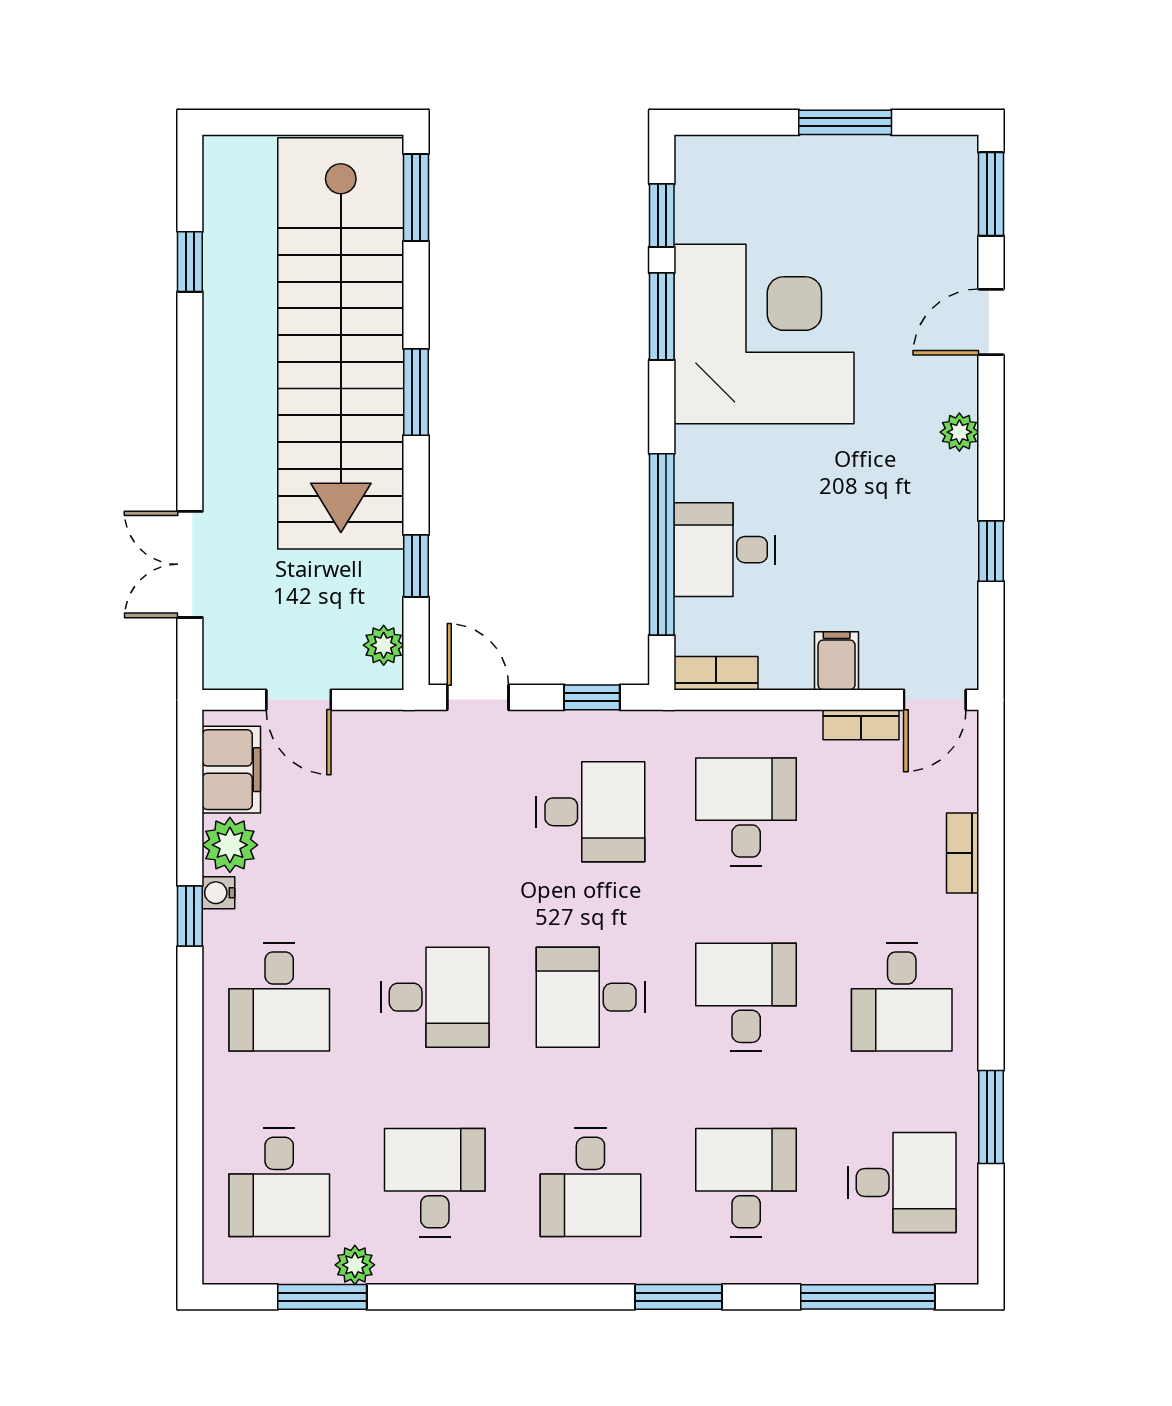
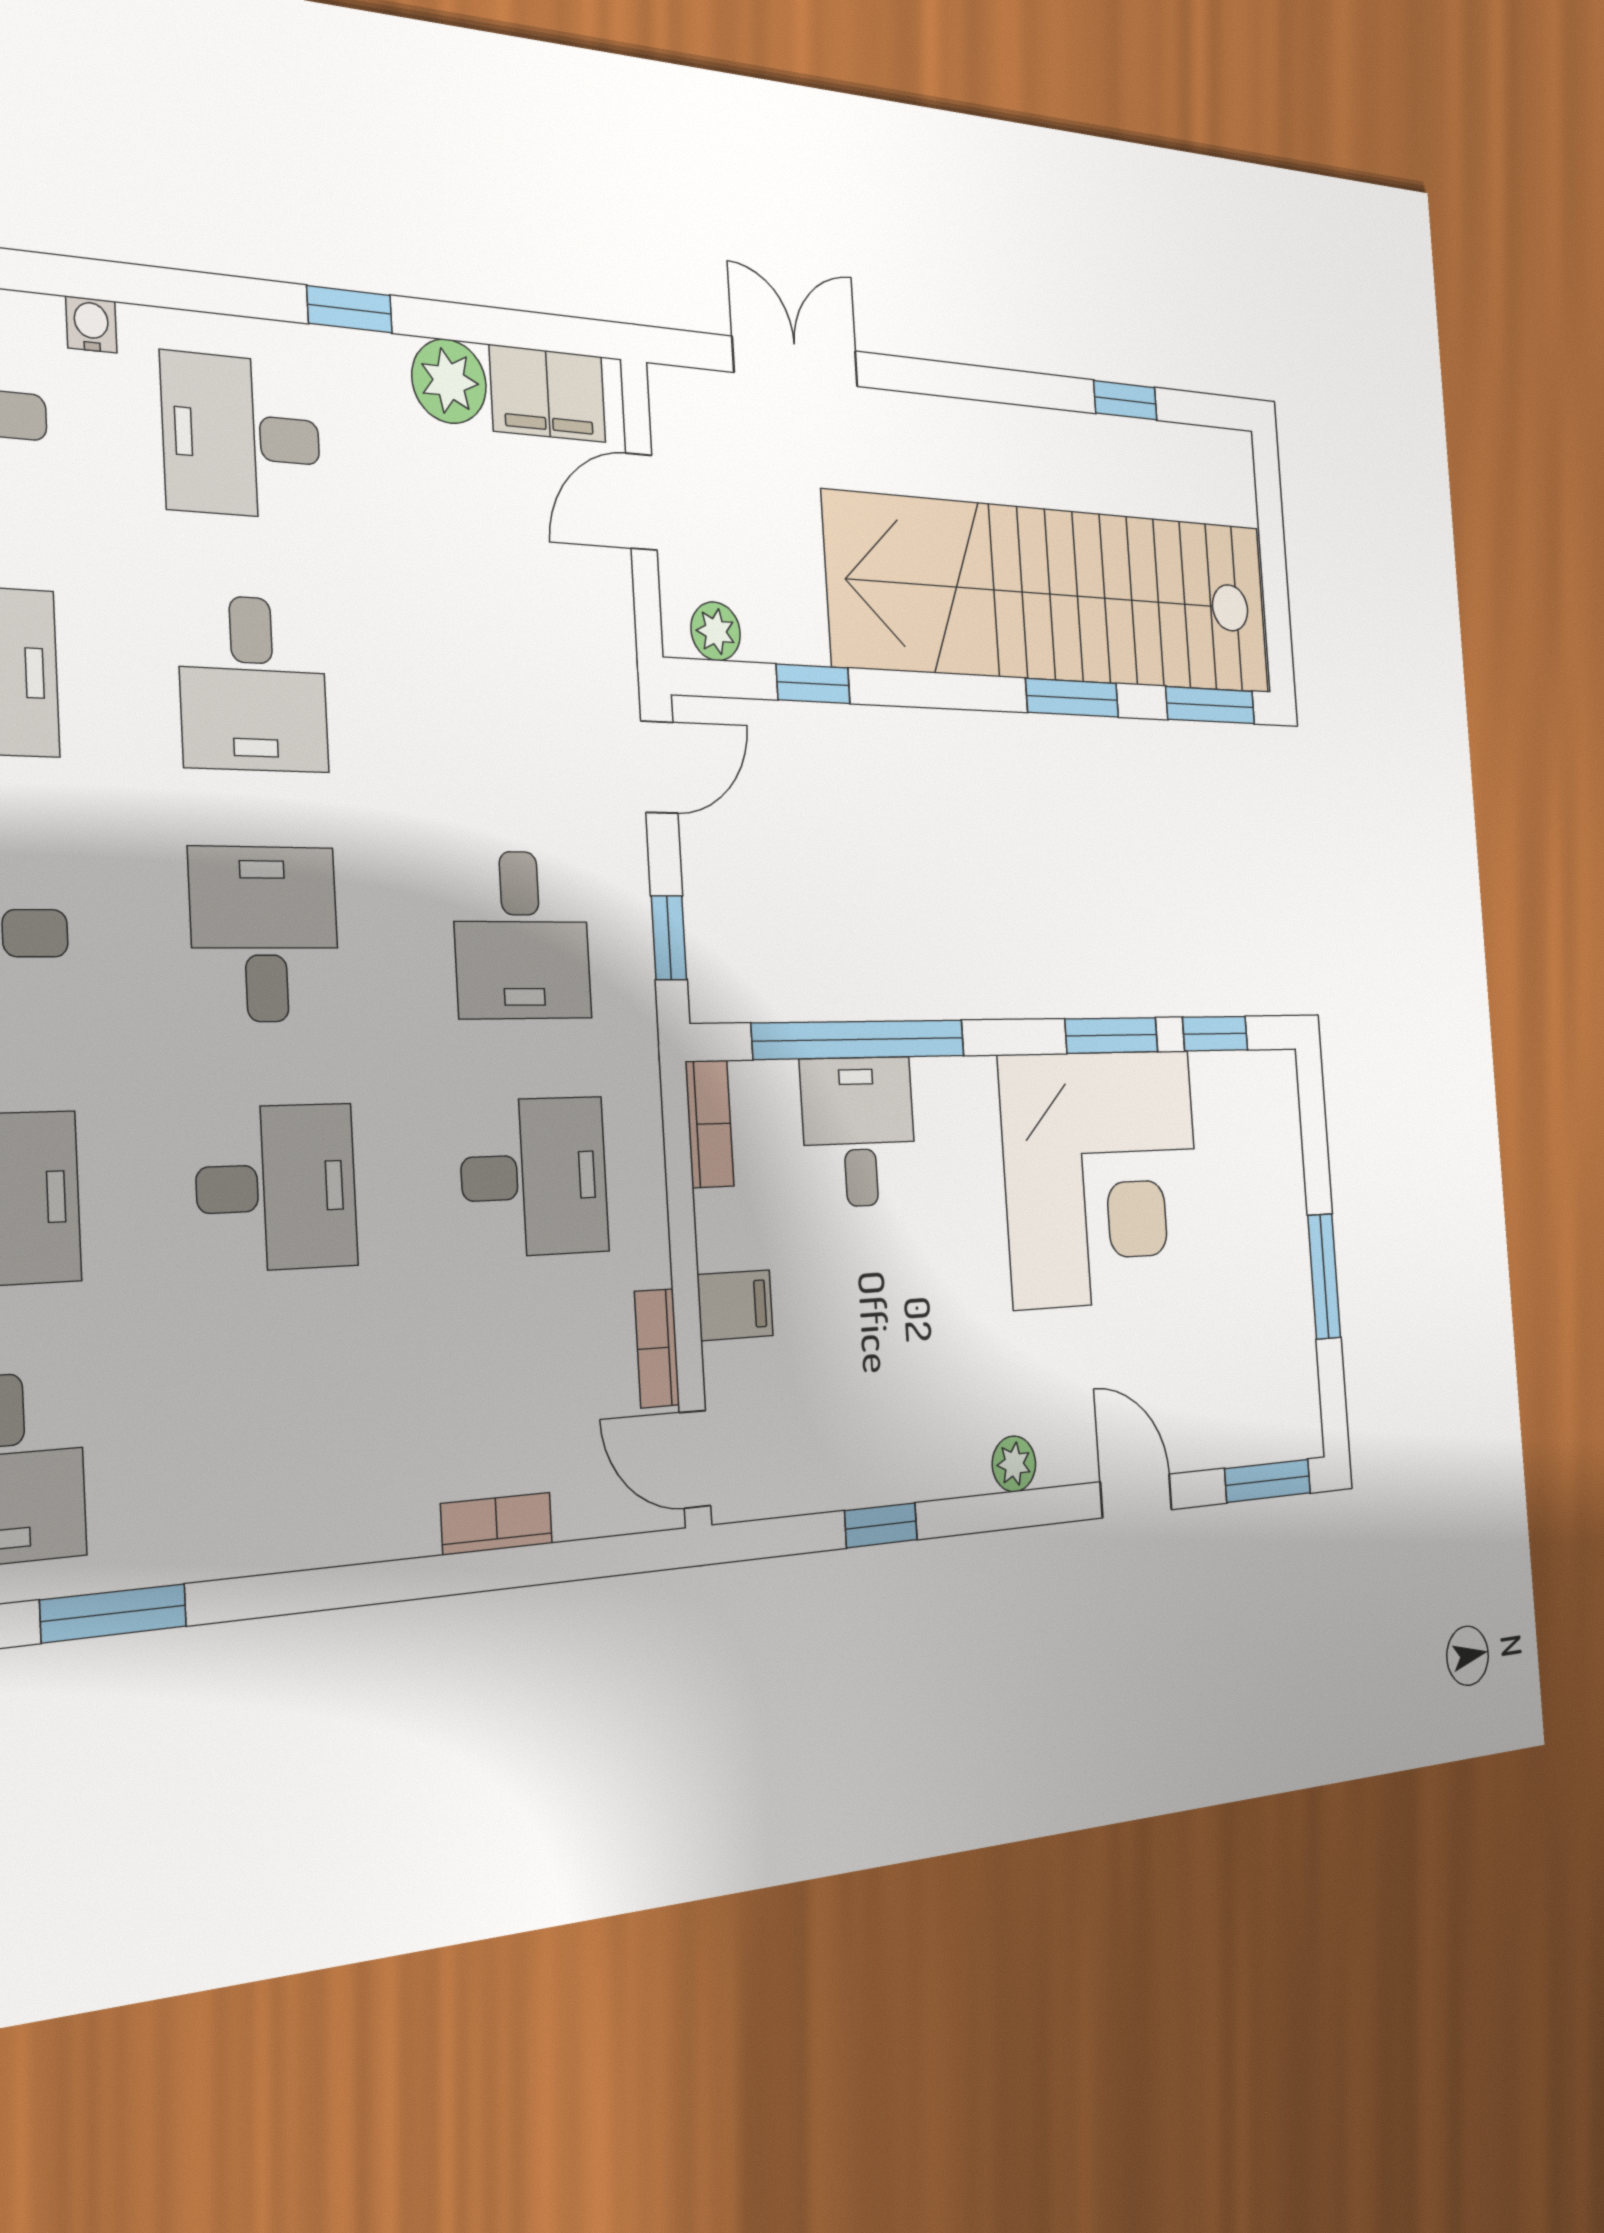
window: (416, 392) -> (1072, 698), moved
water cooler: (218, 893) -> (91, 325), moved
desk: (902, 997) -> (288, 1444), removed

